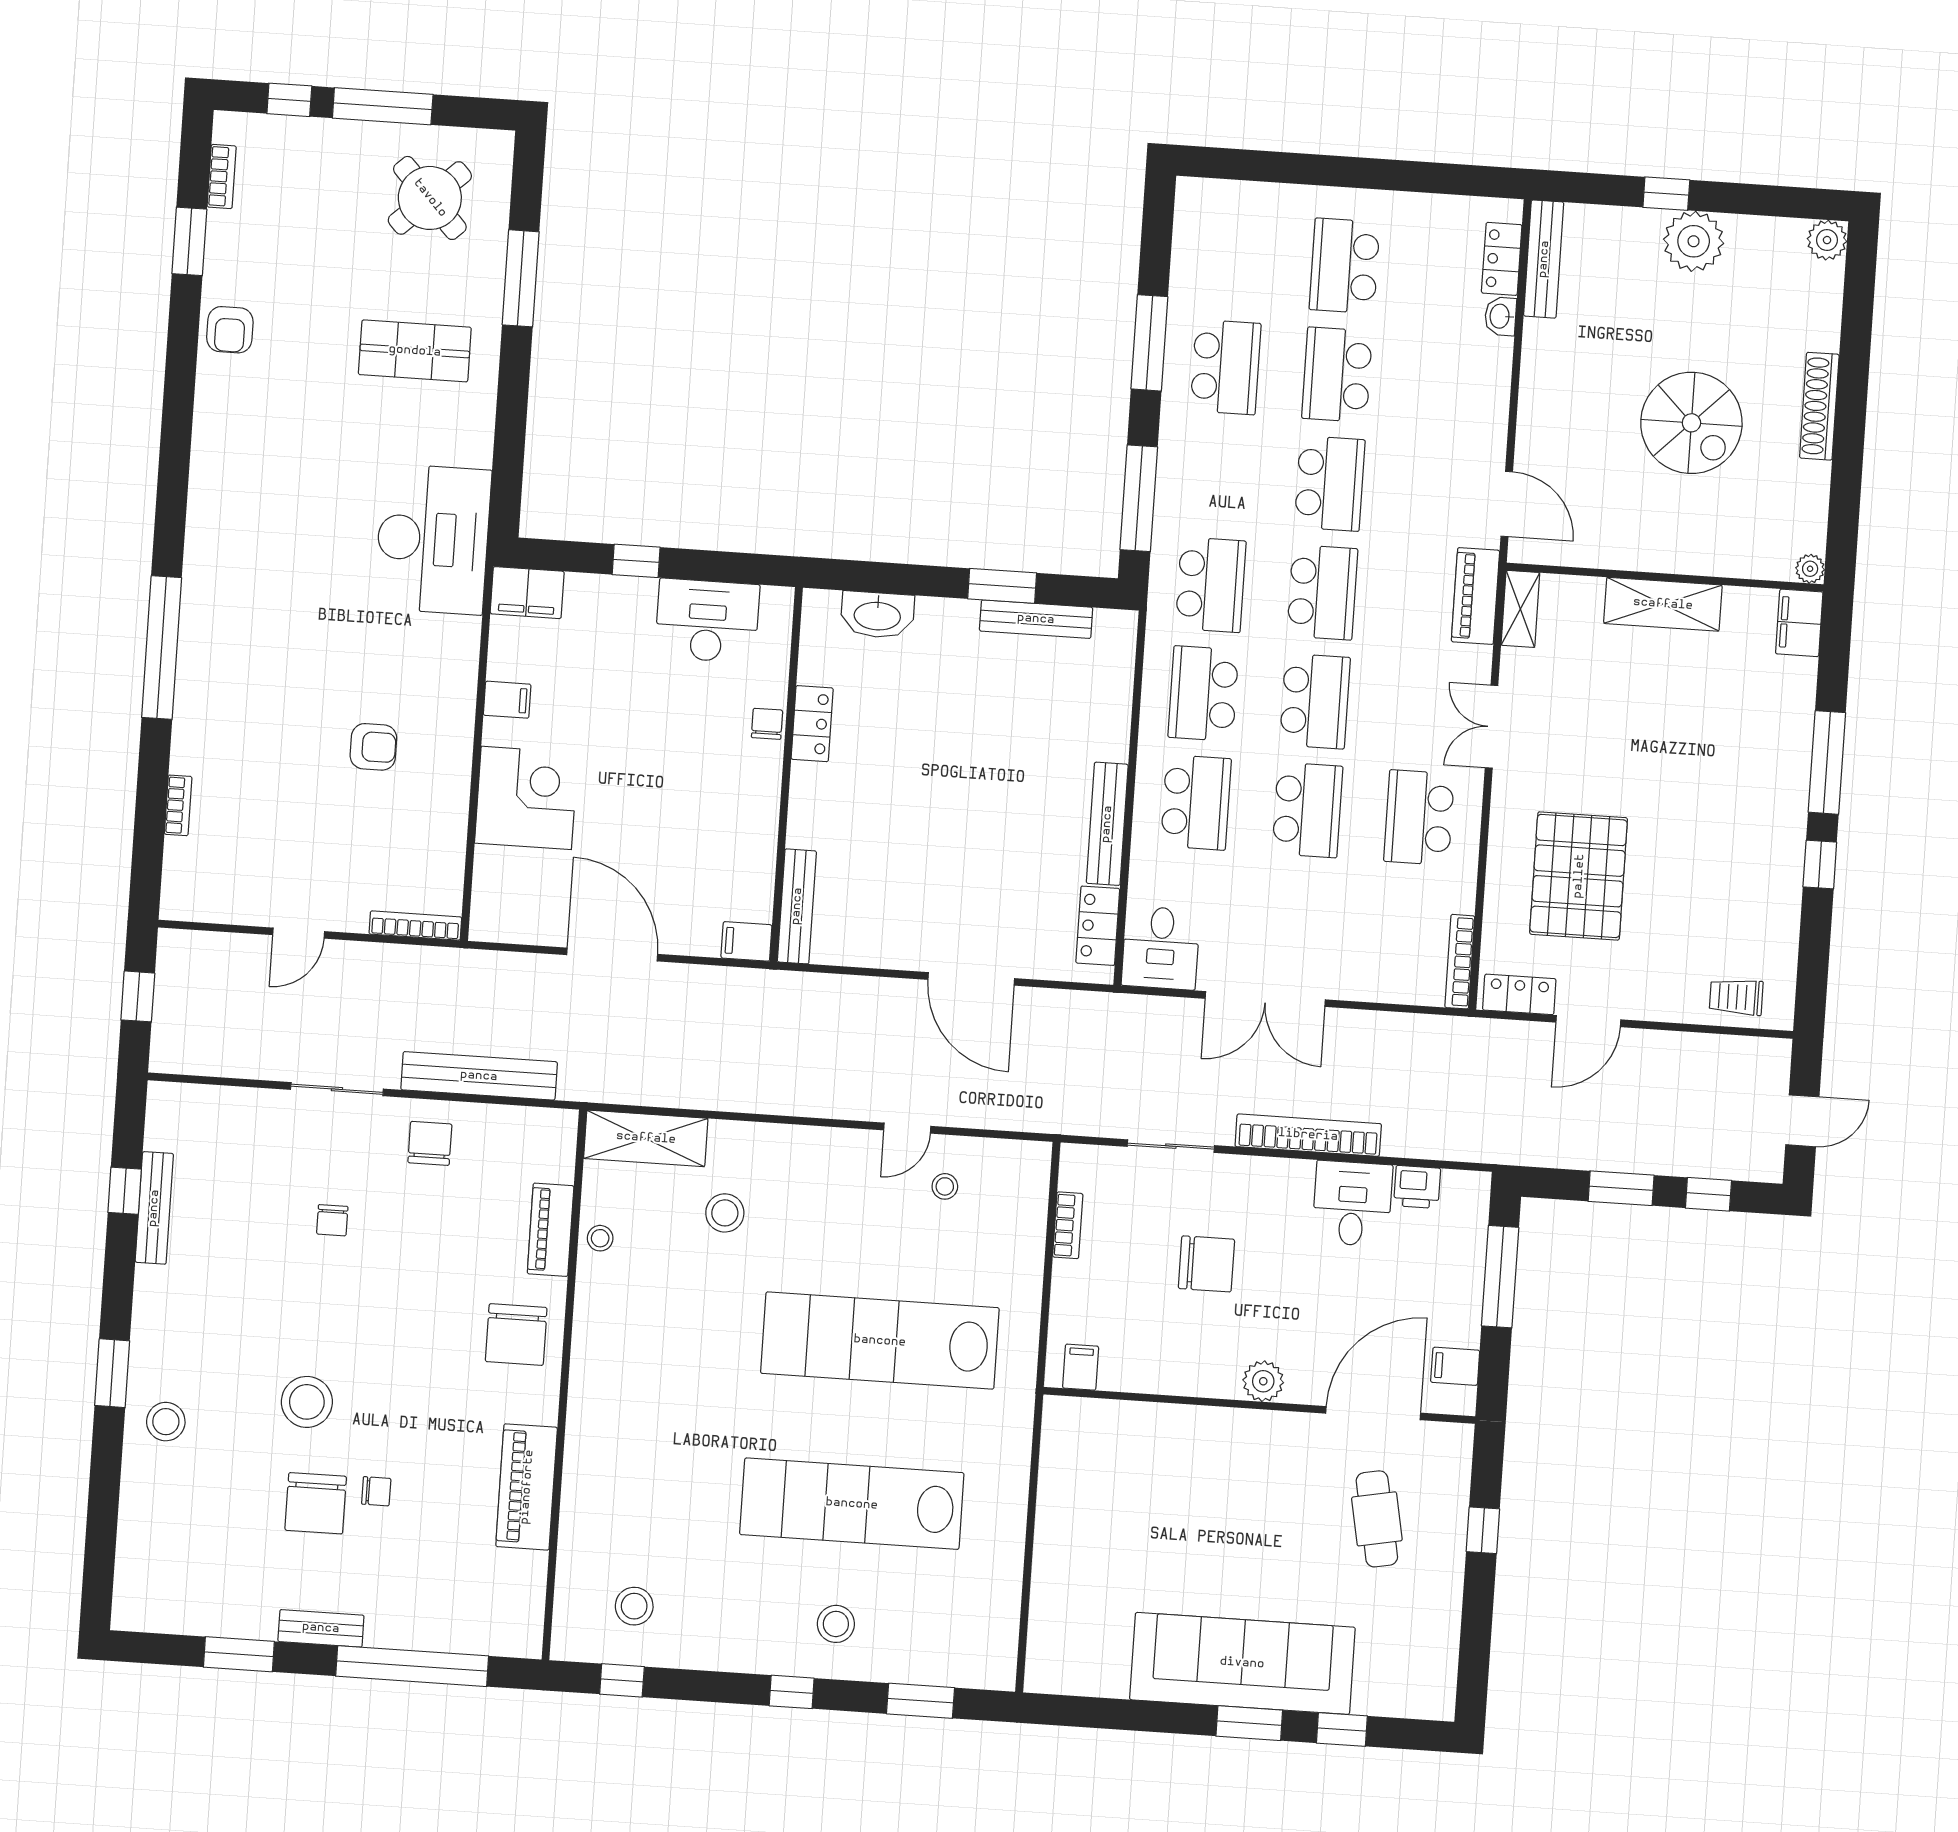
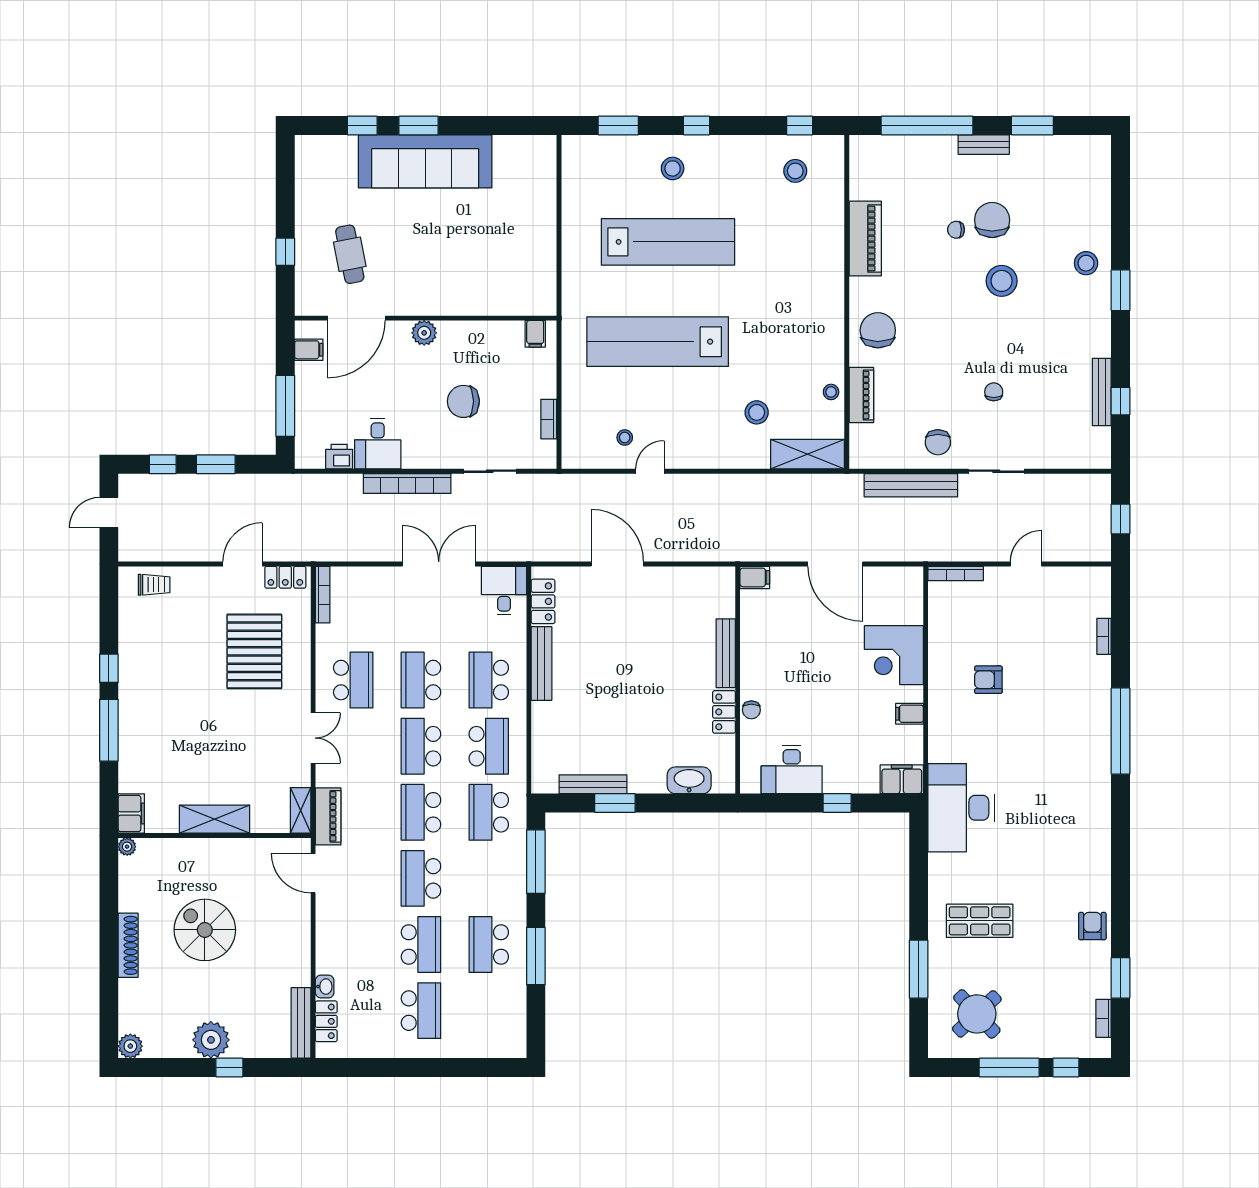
bench: (797, 906) -> (726, 653), moved
lab bench: (880, 1341) -> (658, 342), turned 180

